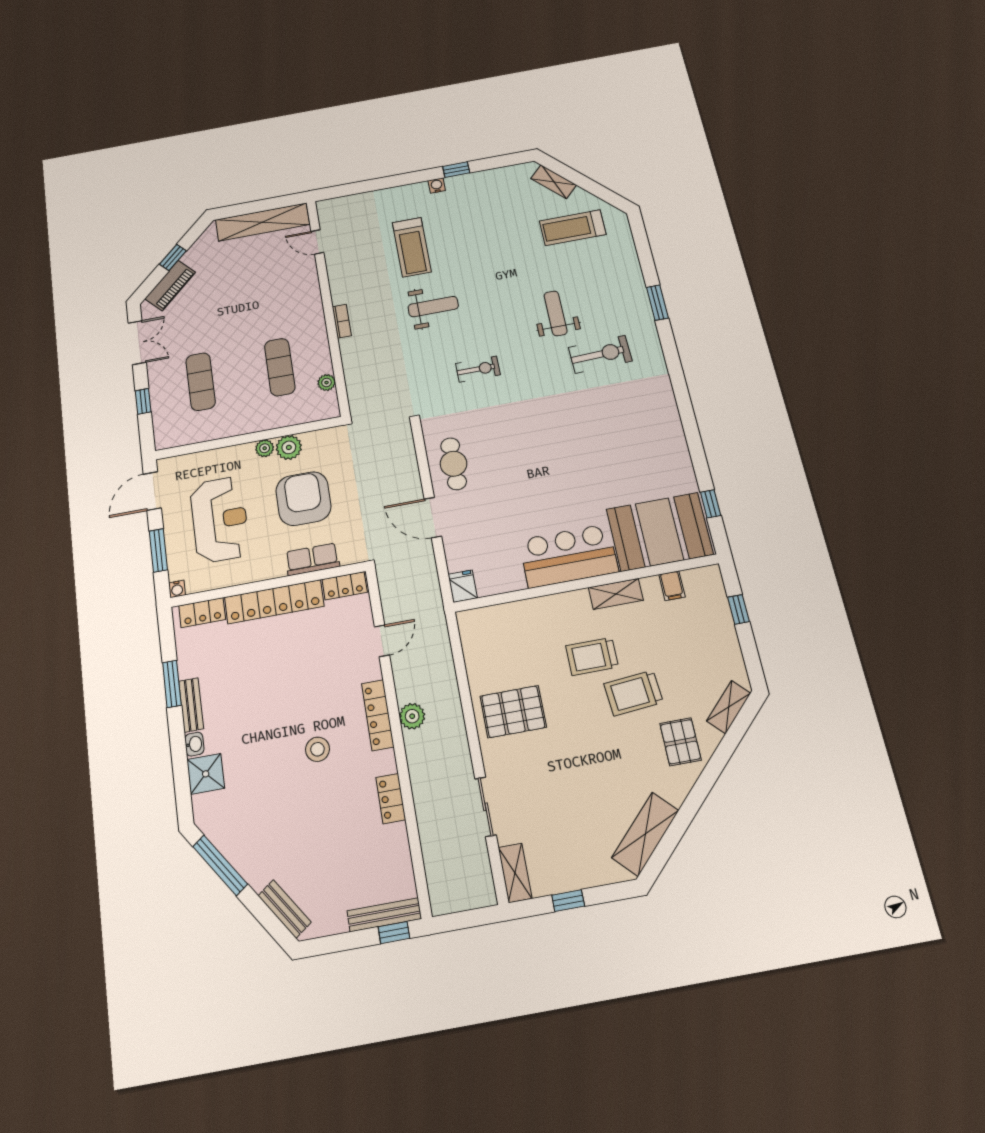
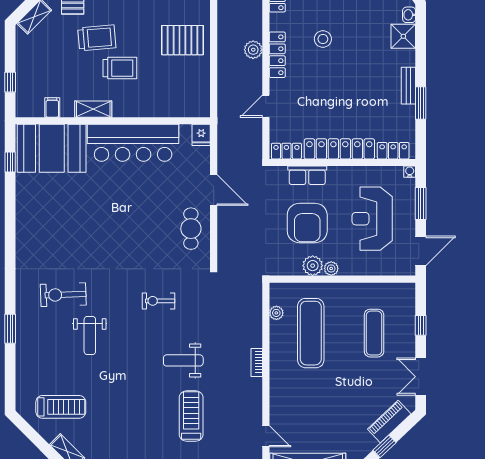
exercise mat: (280, 367) -> (311, 333), width x1.36, depth x1.45
bar counter: (568, 556) -> (133, 143), width x1.36
washbasin: (194, 744) -> (409, 15), moved

